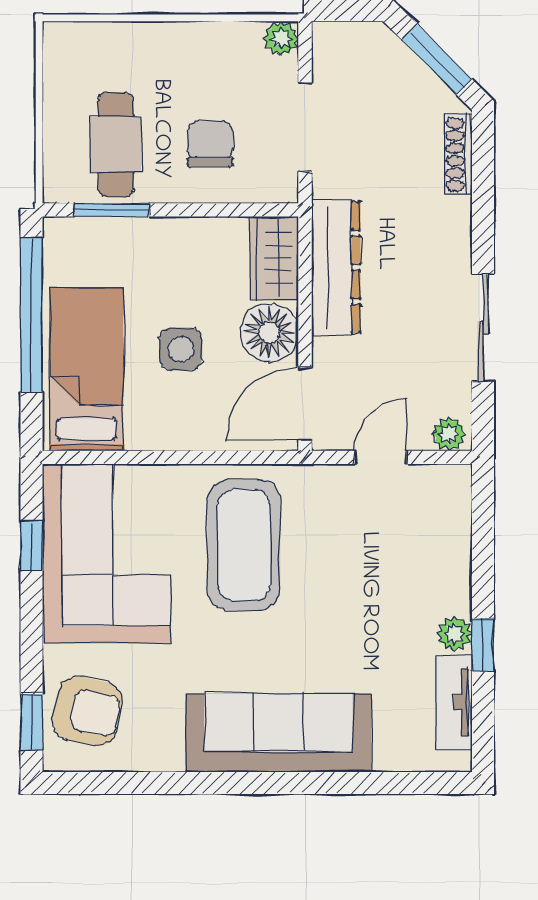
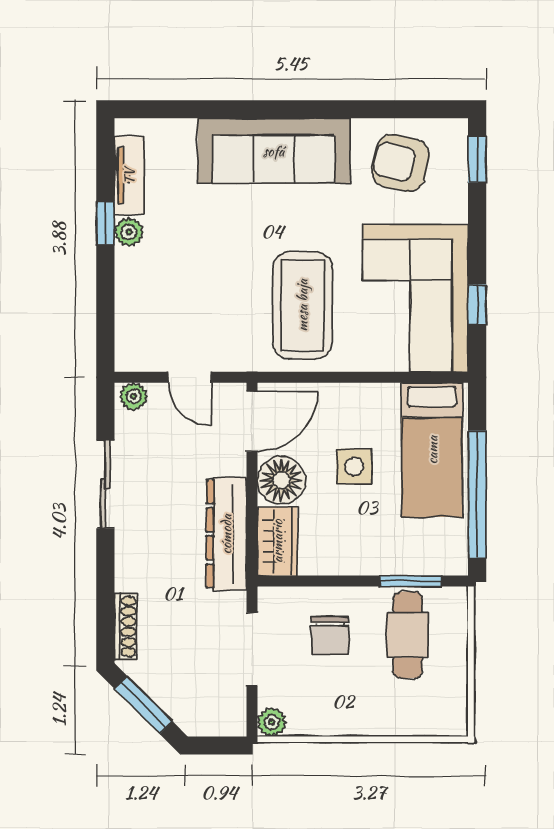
door: (381, 457) -> (190, 377), hinge flipped
armchair: (87, 711) -> (401, 163), moved

